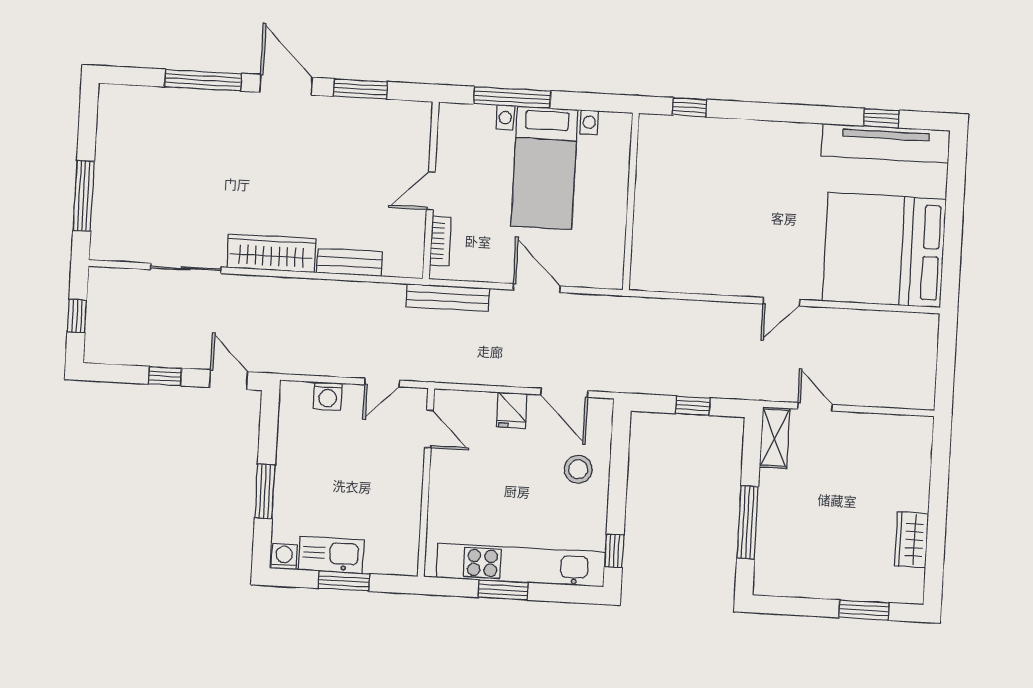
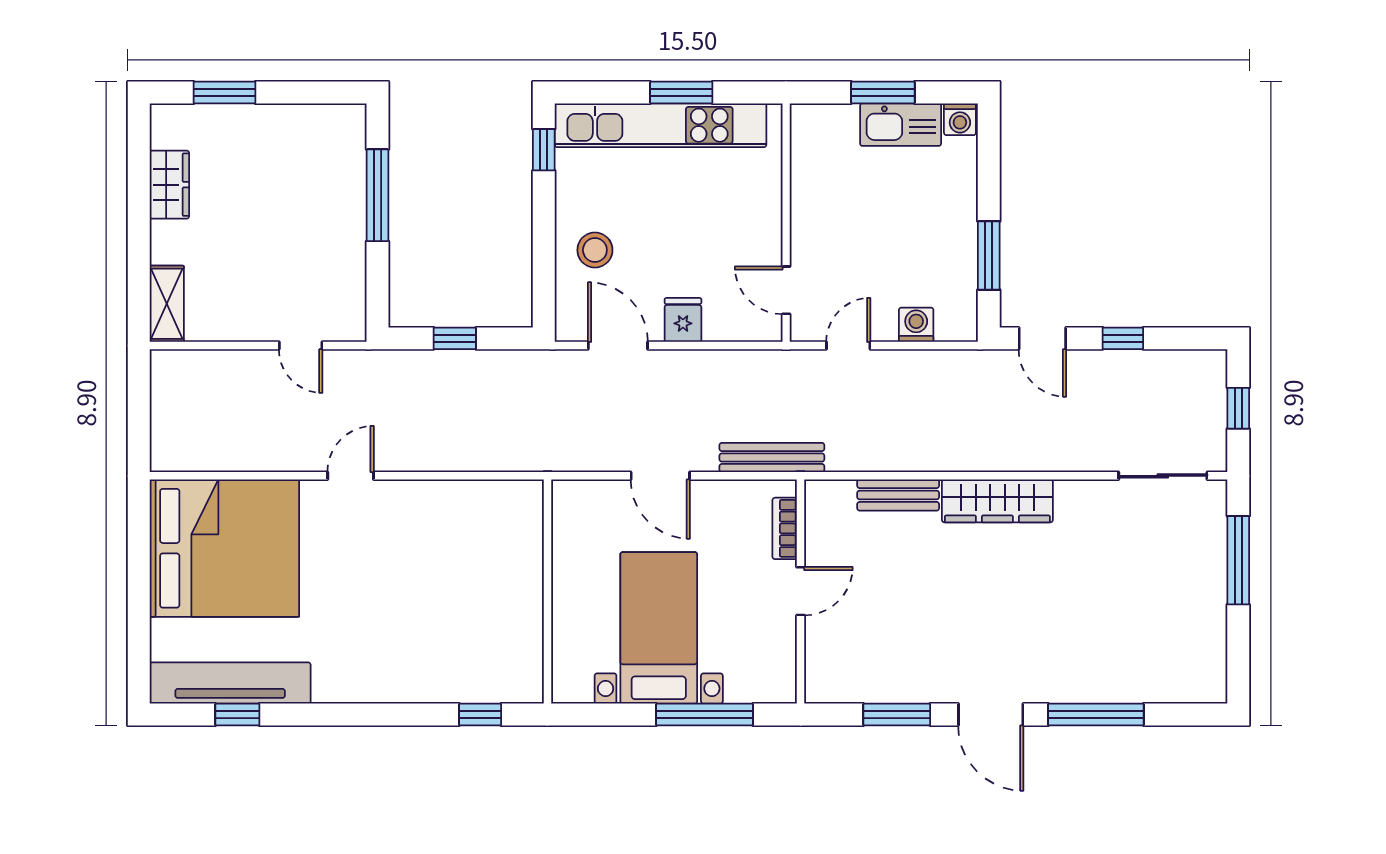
sliding door: (186, 268) -> (1163, 476), moved
shelving: (775, 438) -> (167, 304), moved
window: (265, 492) -> (989, 256), moved

